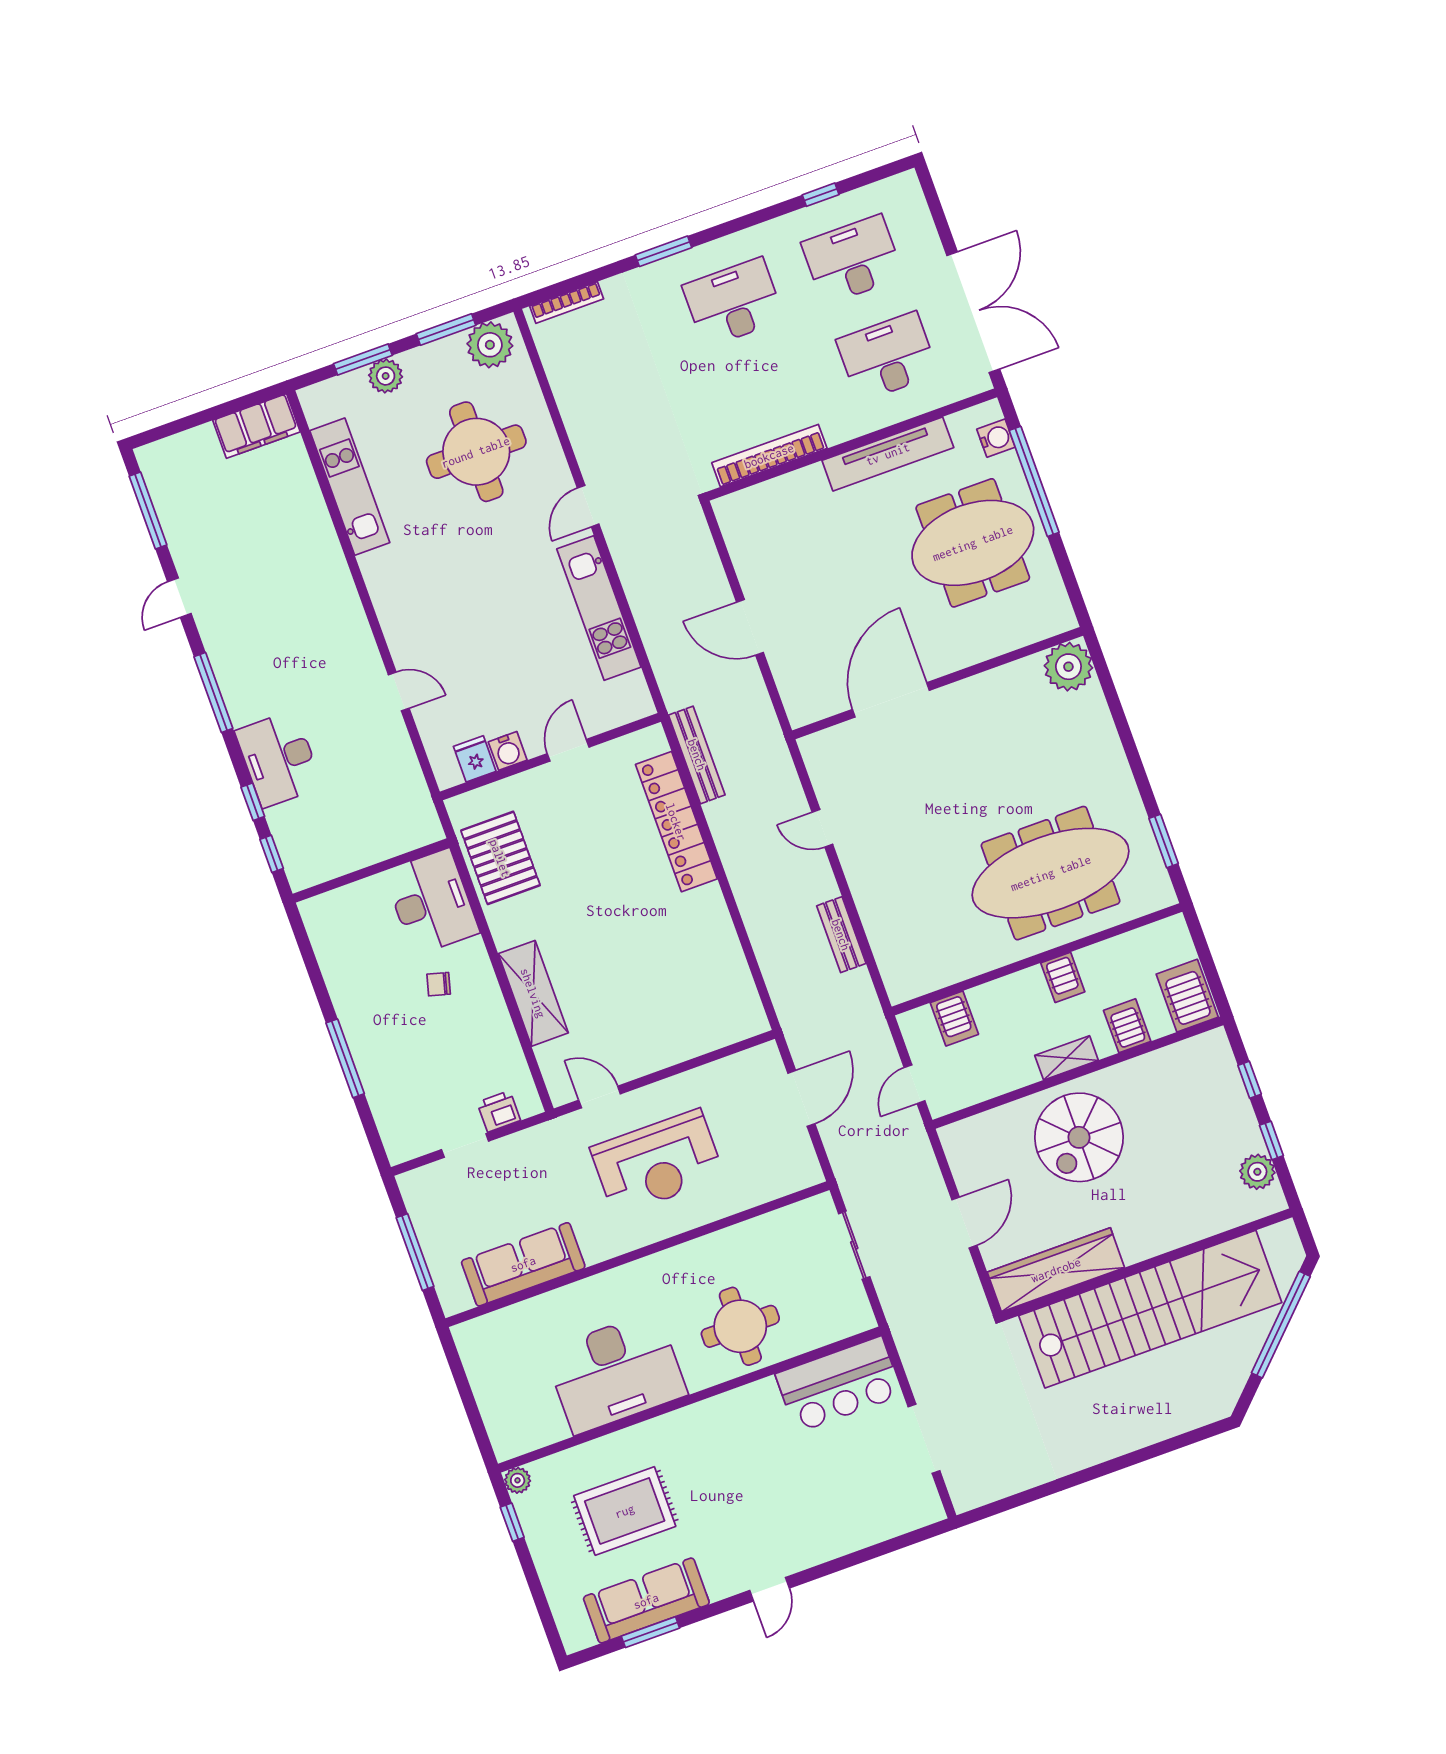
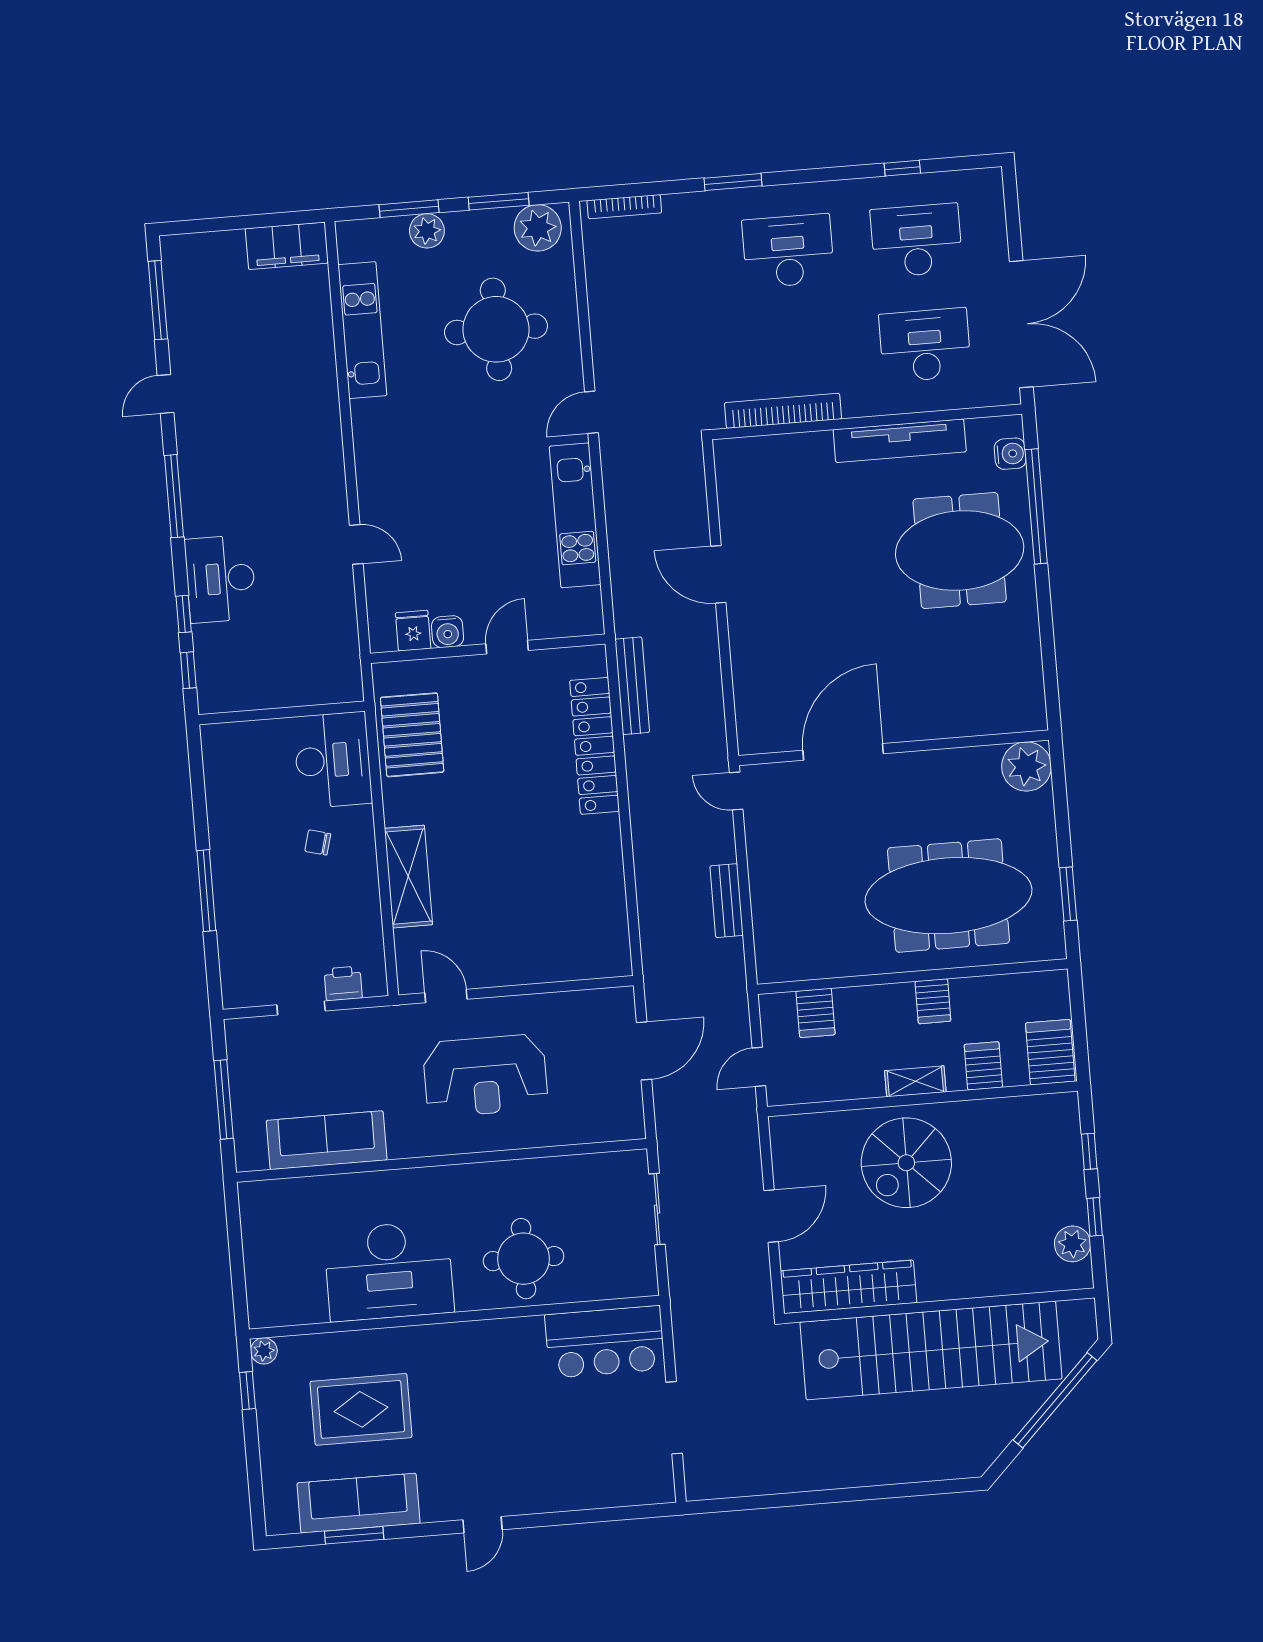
plant: (1068, 667) -> (1026, 766), moved
wall: (938, 683) -> (894, 748), moved
door: (891, 700) -> (843, 752), moved

